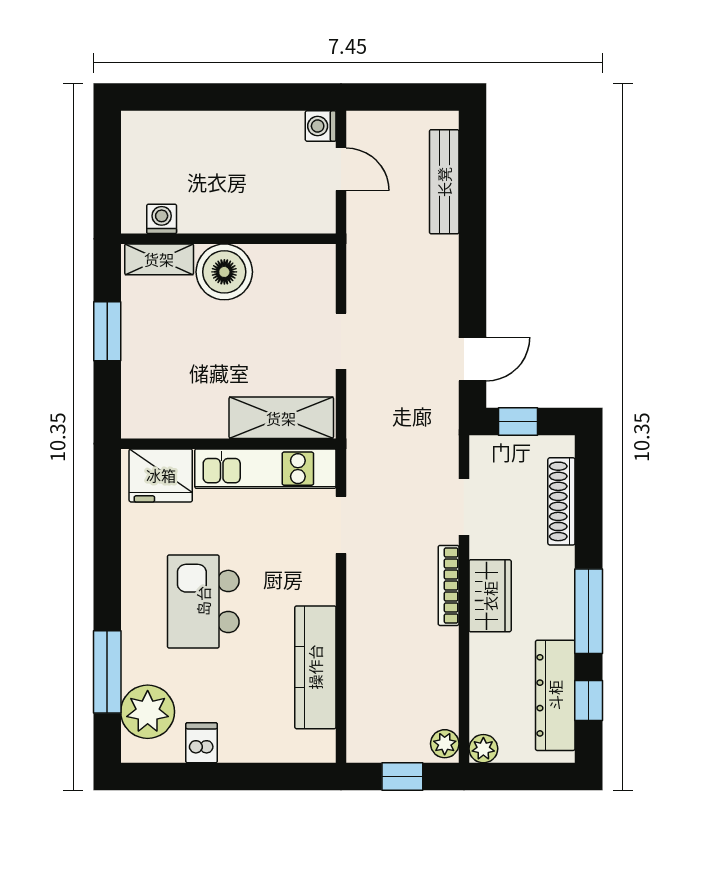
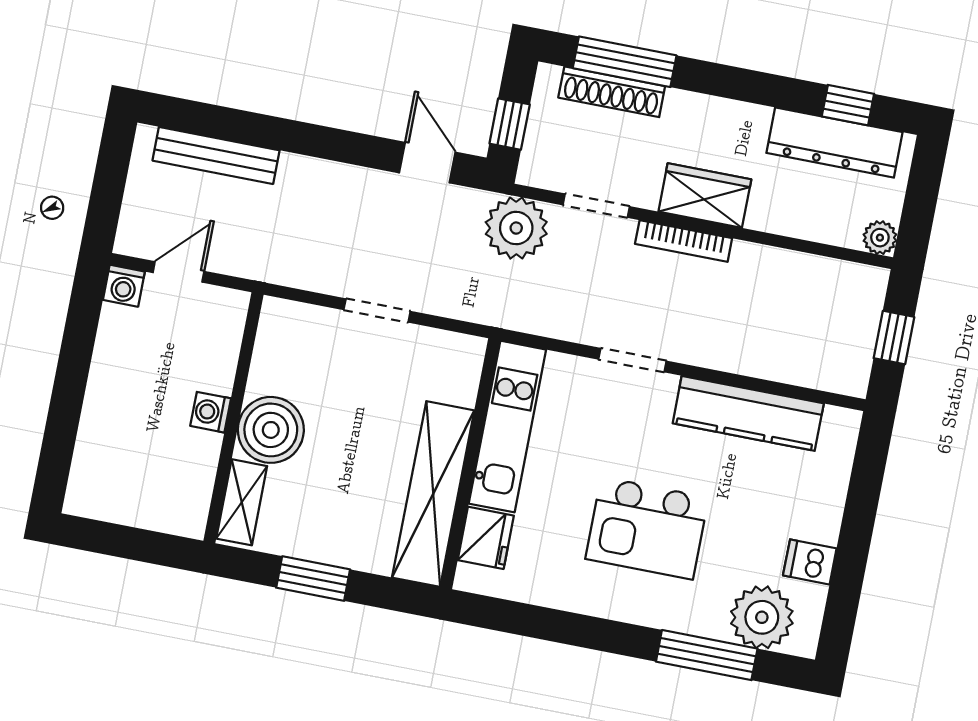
washing machine: (162, 219) -> (211, 412), moved
shelving: (281, 418) -> (433, 494), moved, width x1.47
fridge: (161, 475) -> (486, 538), width x0.73, depth x0.75
doorway: (341, 525) -> (632, 360), moved
window: (589, 611) -> (625, 62), moved
plant: (445, 744) -> (516, 228), moved, width x1.87, depth x1.87

